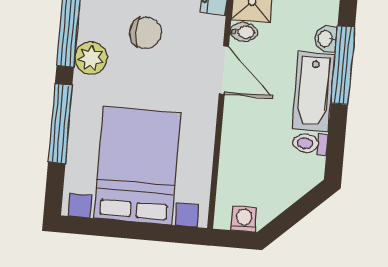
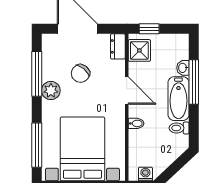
bidet: (244, 32) -> (136, 123), moved
chair: (145, 33) -> (80, 73), turned 129
window: (60, 124) -> (37, 145), moved

